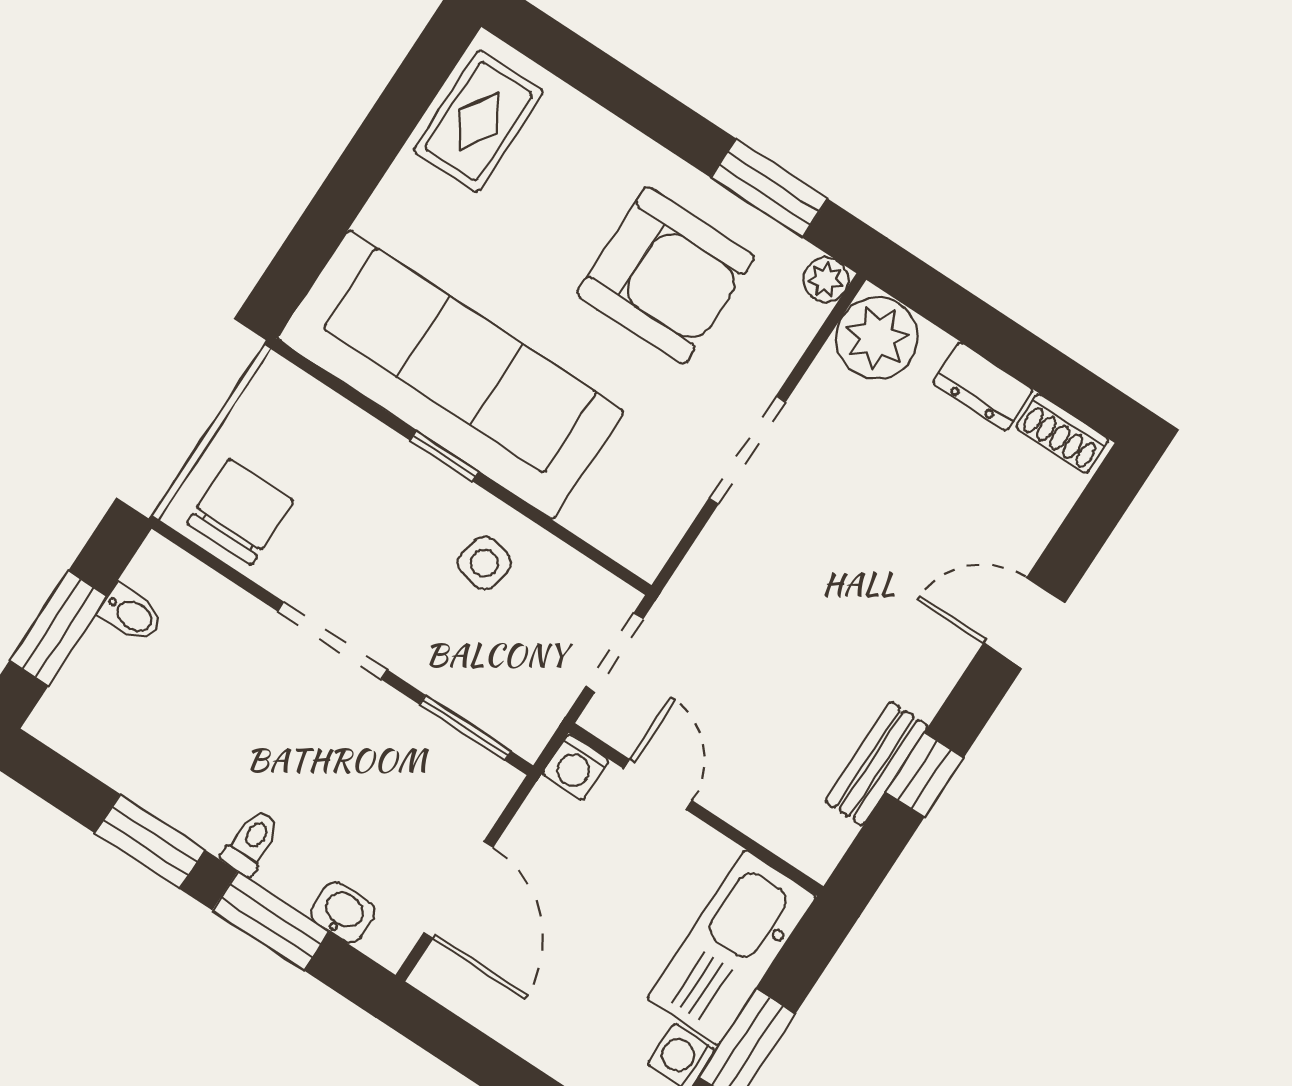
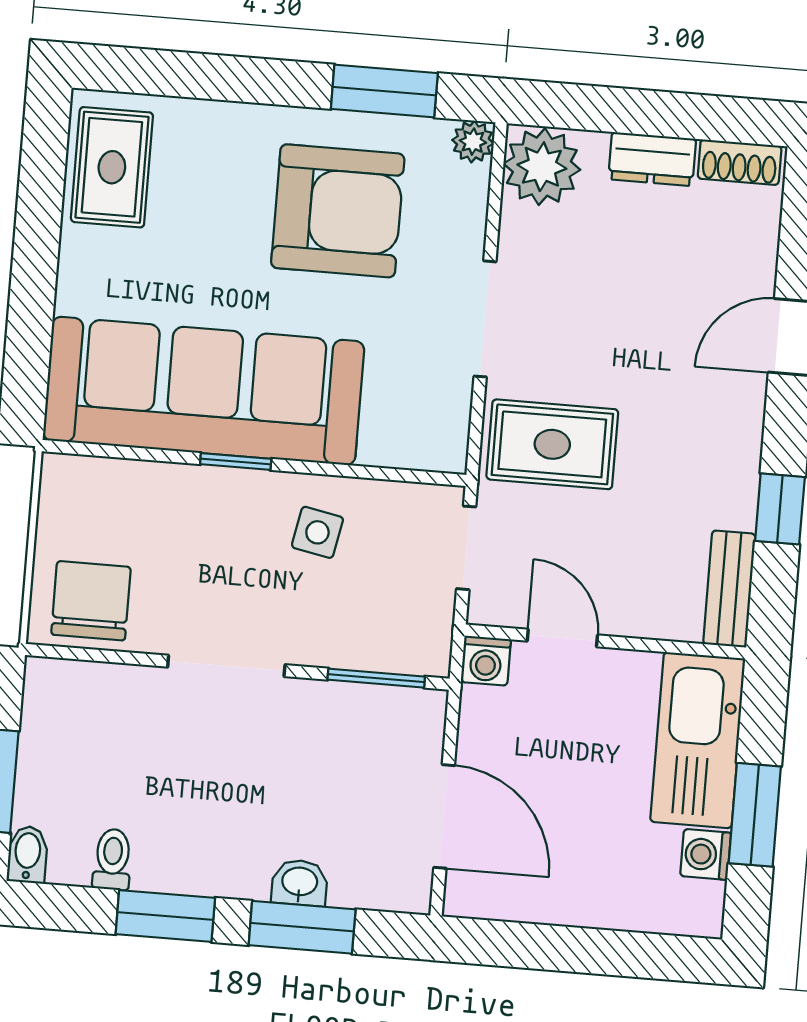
rug: (746, 600) -> (552, 444), added
bidet: (131, 614) -> (27, 854), moved, turned -90
bench: (877, 764) -> (729, 589), moved
toilet: (251, 842) -> (112, 859), moved
washbasin: (343, 912) -> (300, 883), moved

